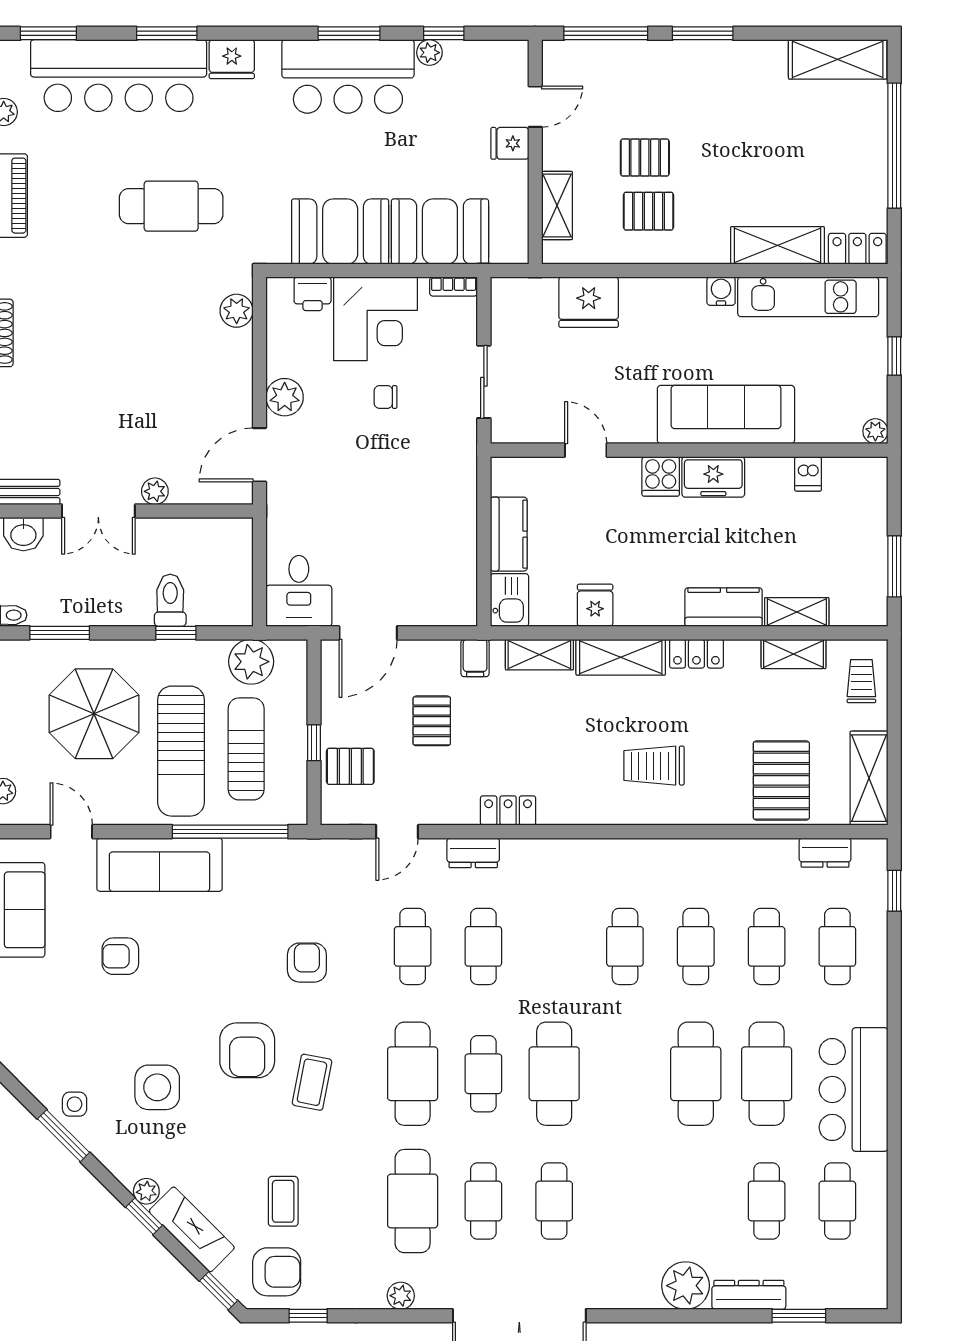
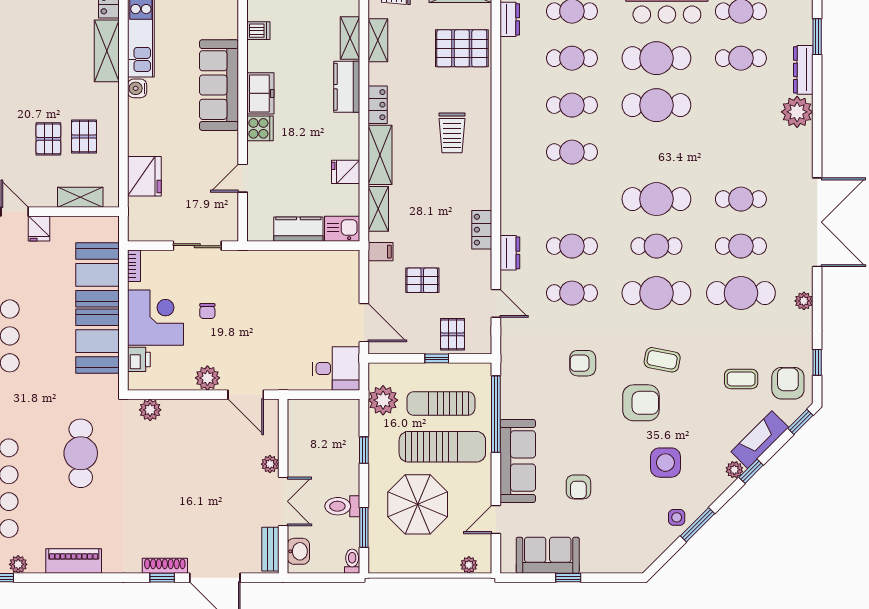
toilet: (170, 600) -> (342, 506), moved

